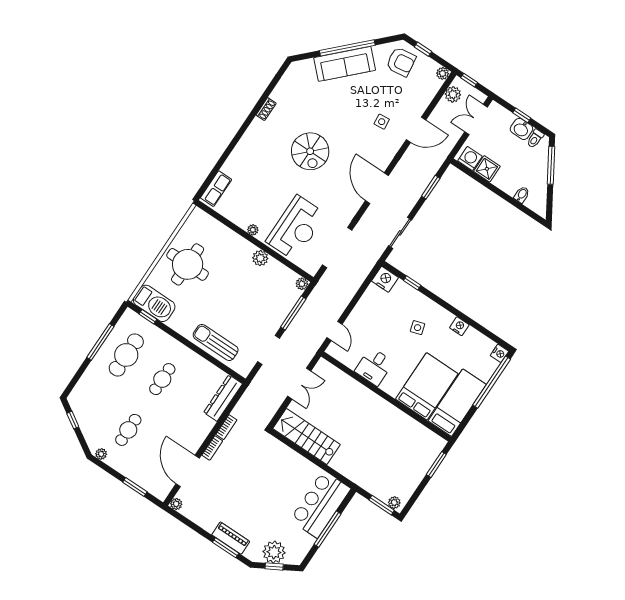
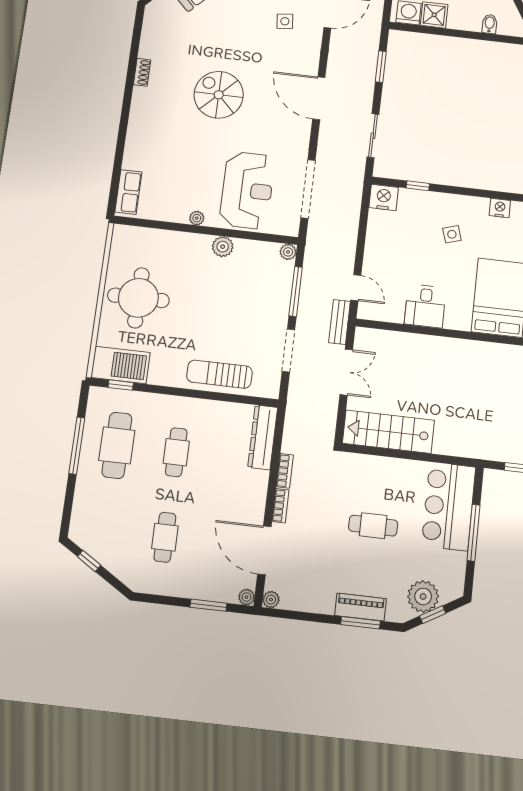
spiral stairs: (310, 151) -> (219, 95), turned 180
bench: (312, 348) -> (339, 322), added
plant: (101, 454) -> (247, 597), moved
cafe table: (265, 491) -> (373, 526), added

